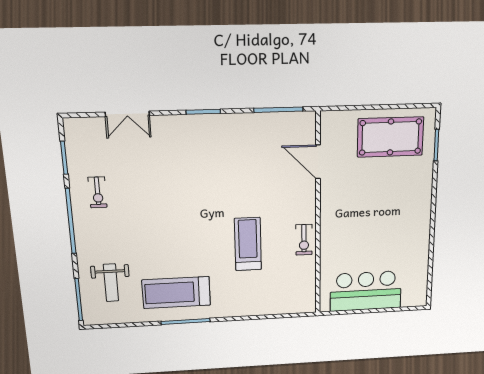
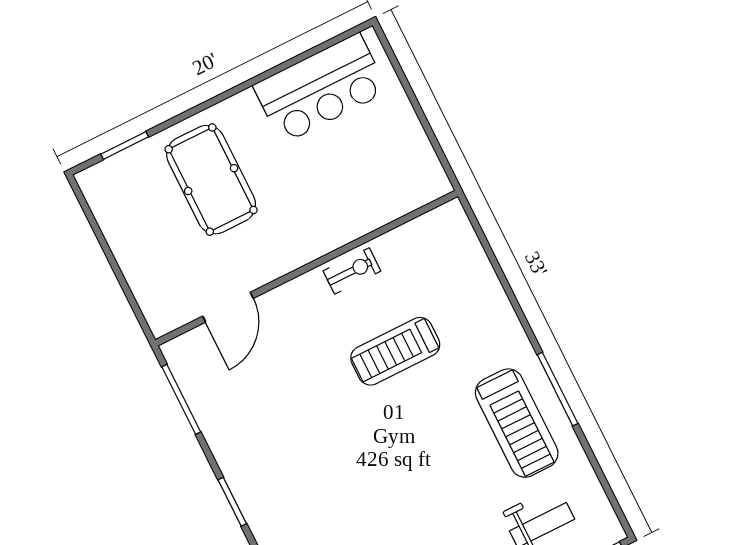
pool table: (390, 137) -> (211, 180), moved
bar counter: (366, 291) -> (321, 88), moved, turned -90

